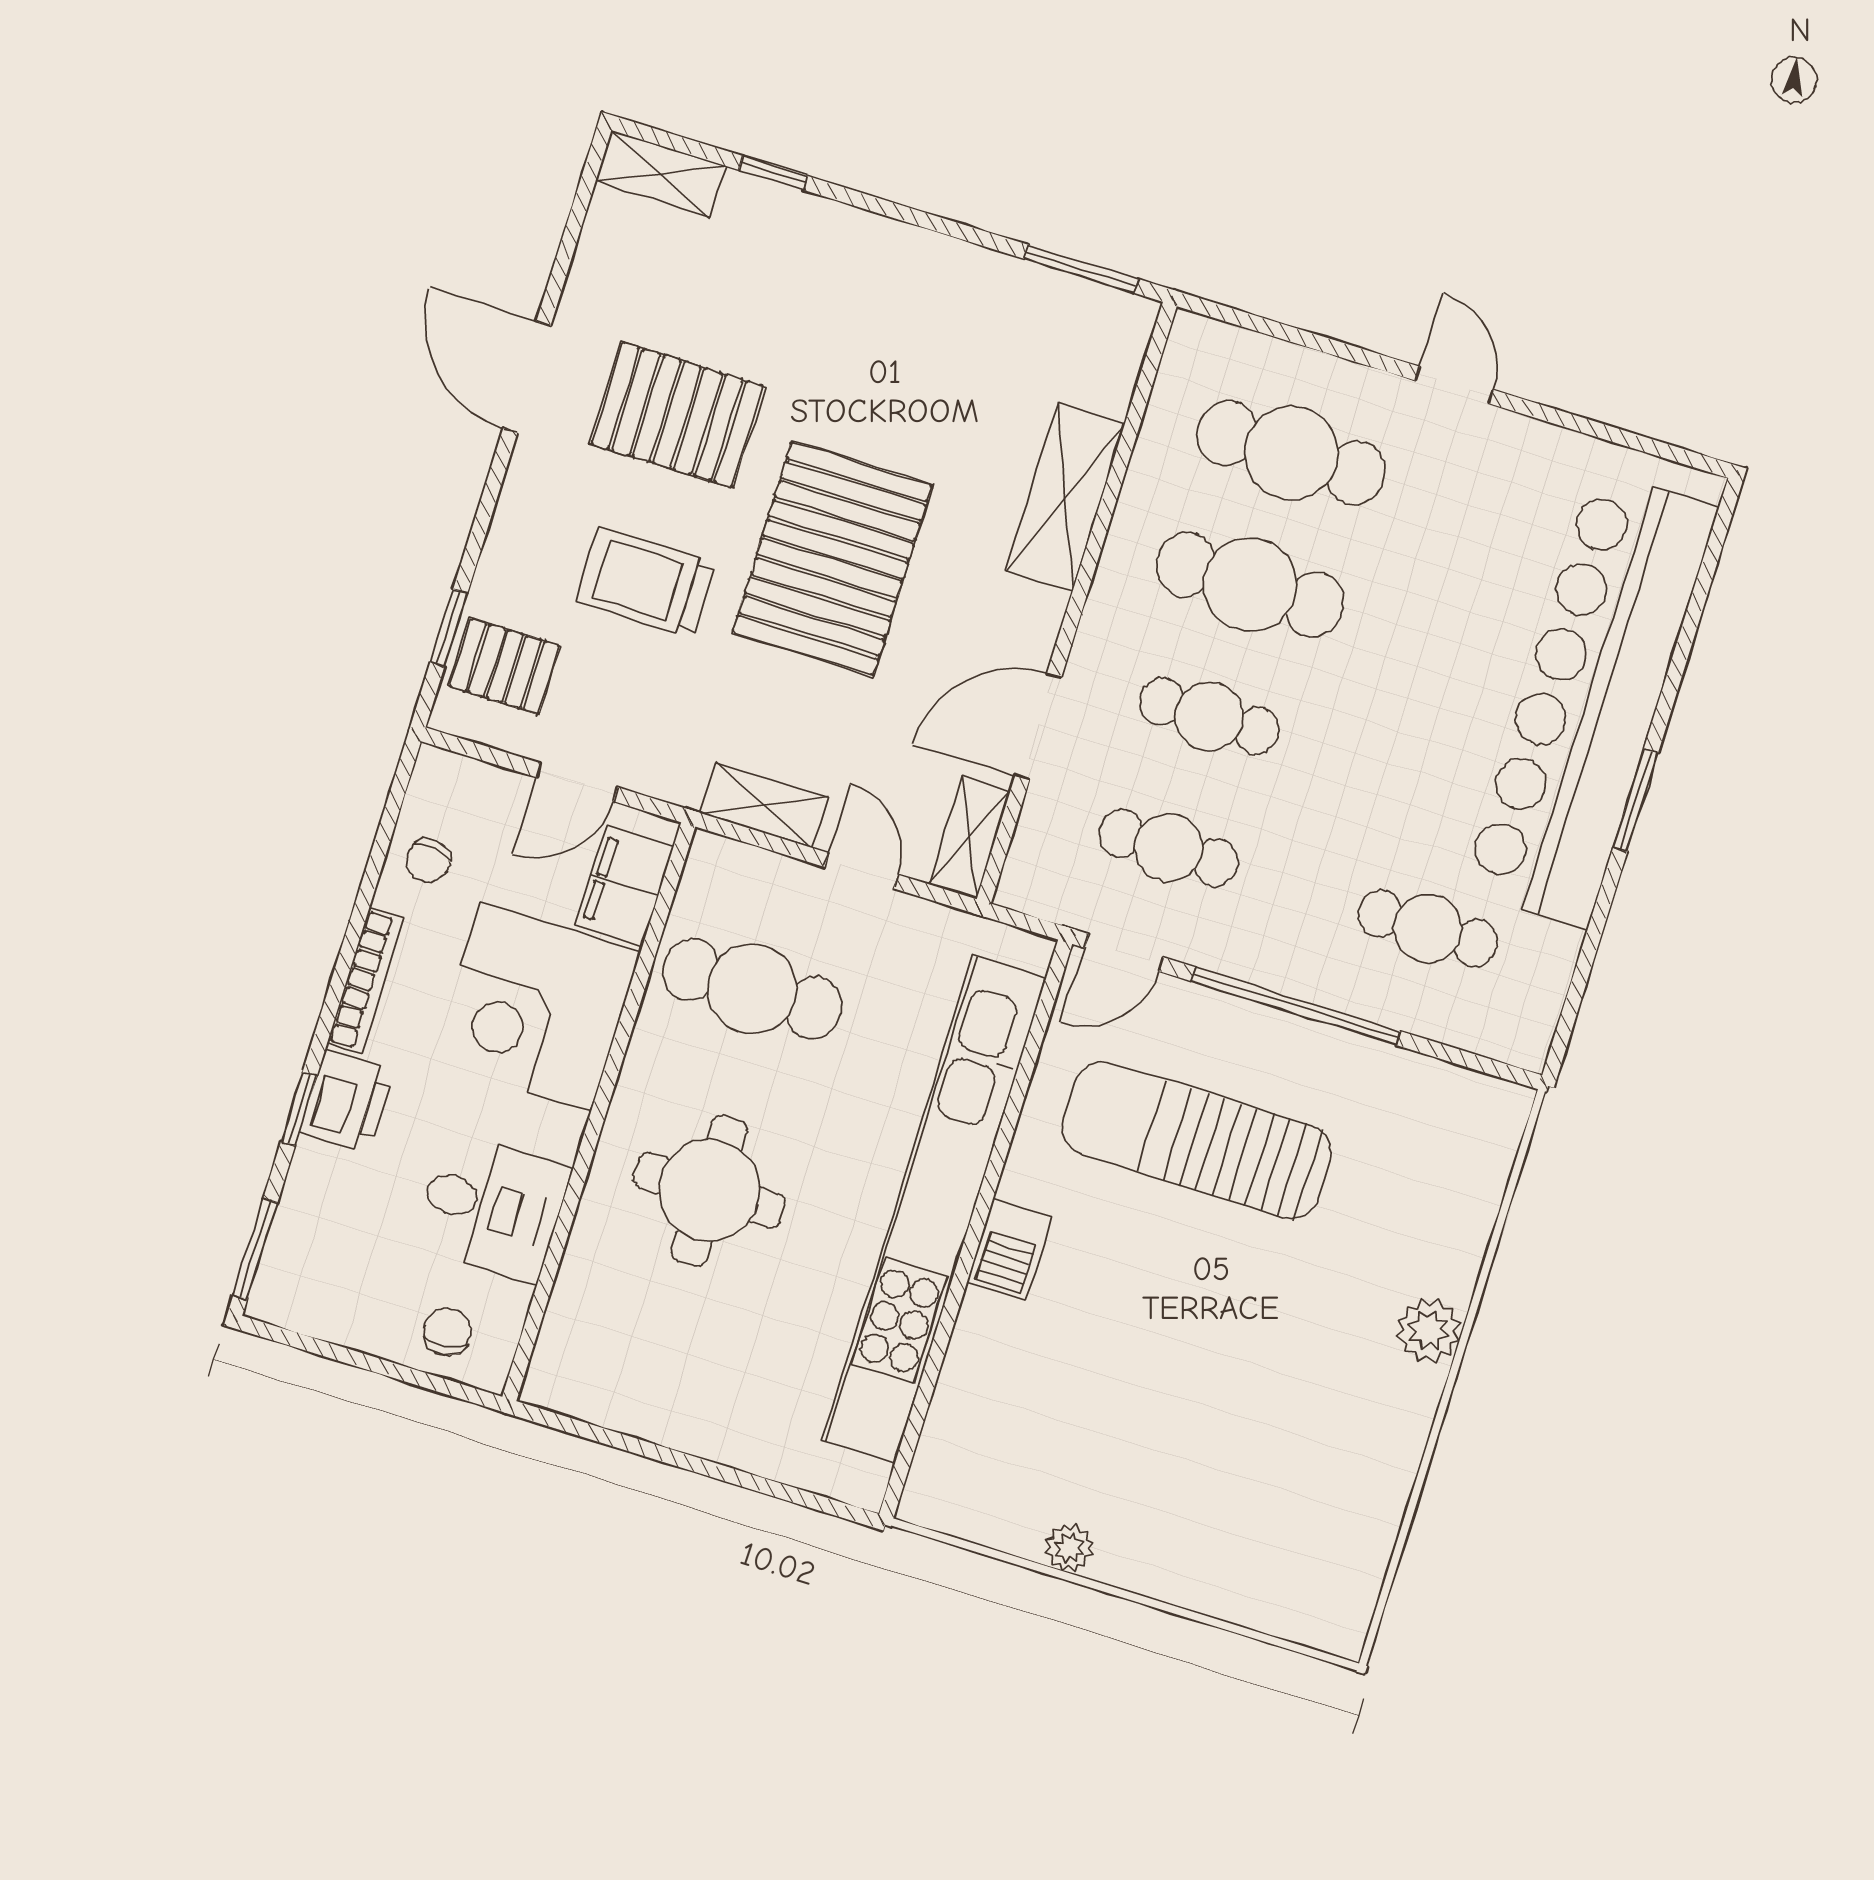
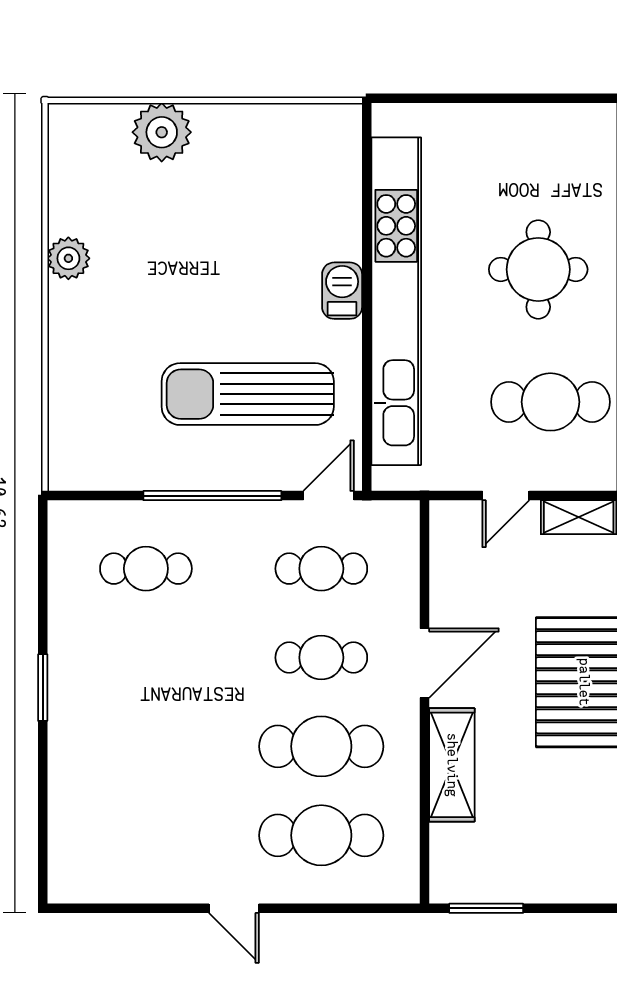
bar counter: (1590, 699) -> (90, 741), removed
door: (1038, 726) -> (425, 663), moved
shelving: (969, 838) -> (446, 537), removed
door: (861, 871) -> (506, 496), hinge flipped
sun lounger: (1197, 1140) -> (248, 394), turned 180
plant: (1429, 1330) -> (68, 258), moved
plant: (1069, 1548) -> (162, 132), moved, width x1.88, depth x1.88

